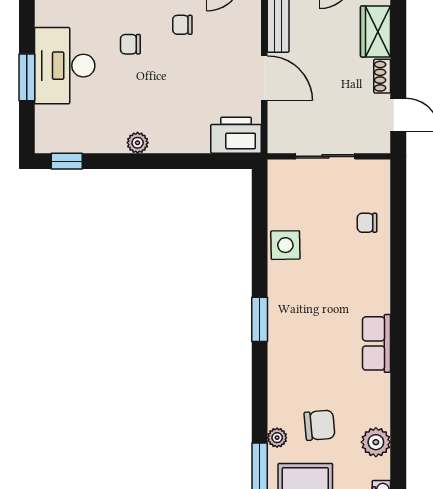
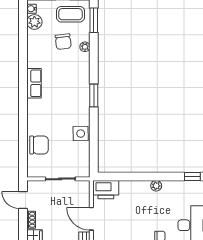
chair: (367, 223) -> (39, 145), width x1.87, depth x1.87
chair: (320, 425) -> (63, 42), turned -92
plant: (277, 438) -> (85, 47), moved
plant: (376, 442) -> (34, 22), moved

